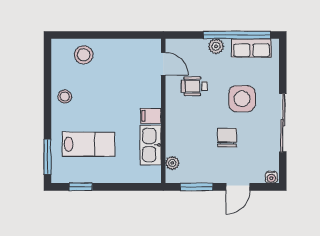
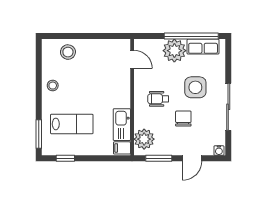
plant: (216, 46) -> (174, 51), width x1.87, depth x1.87
wheelchair: (194, 86) -> (158, 99), moved
filing cabinet: (151, 116) -> (122, 148), moved
plant: (172, 163) -> (144, 139), width x1.87, depth x1.87

